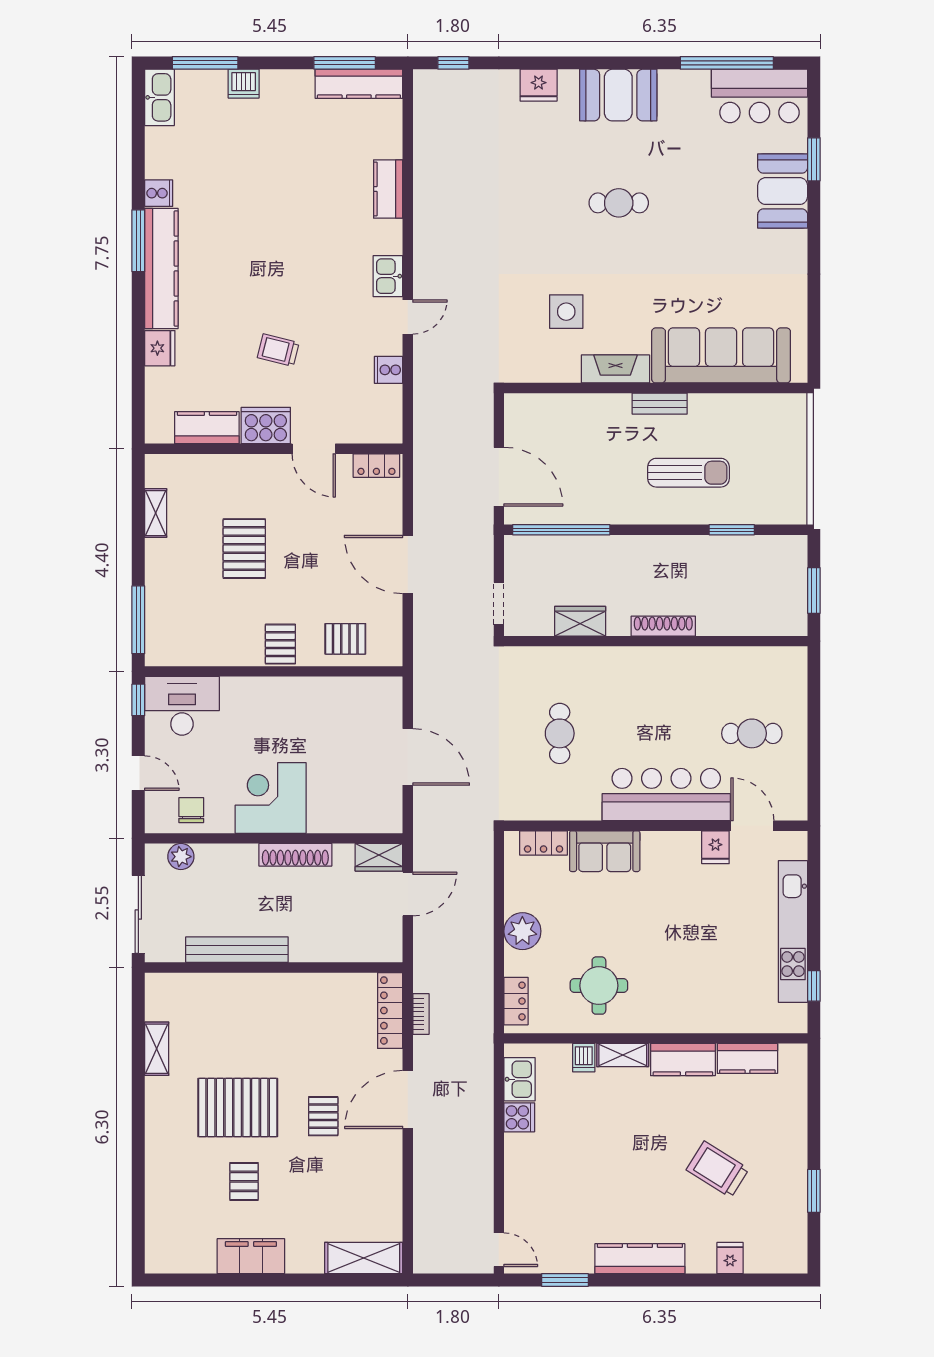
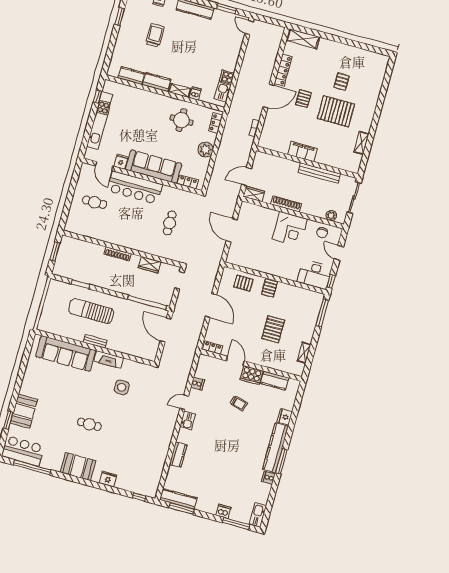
sun lounger: (689, 473) -> (91, 311), width x1.36, depth x1.34
sofa: (605, 851) -> (154, 167), width x1.85, depth x1.27
locker: (390, 1010) -> (283, 70), moved
trolley: (718, 1169) -> (155, 35), turned -122
filing cabinet: (251, 1256) -> (302, 151), moved, turned 180

